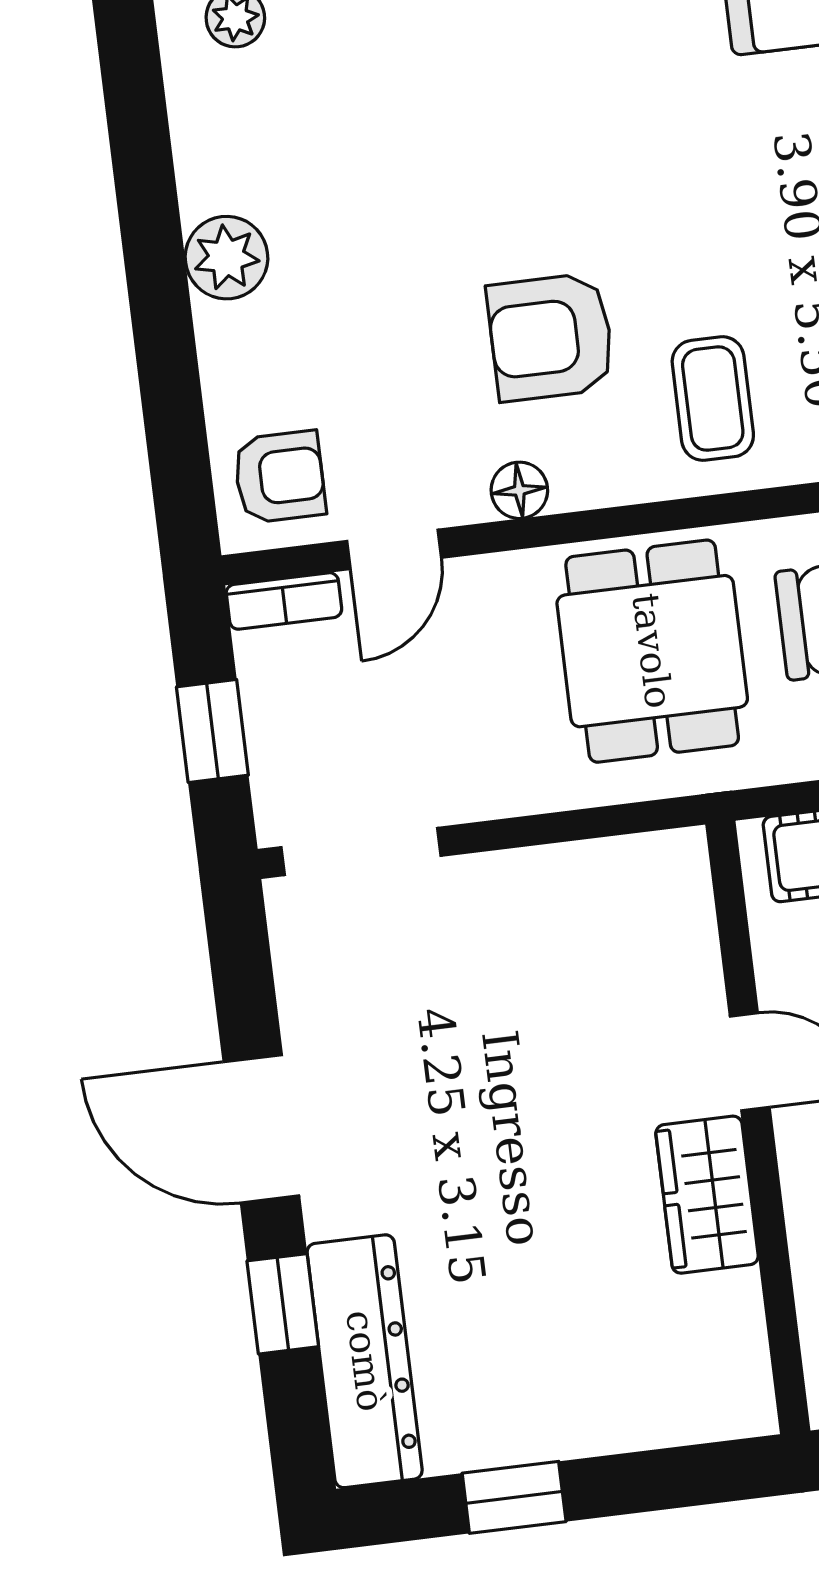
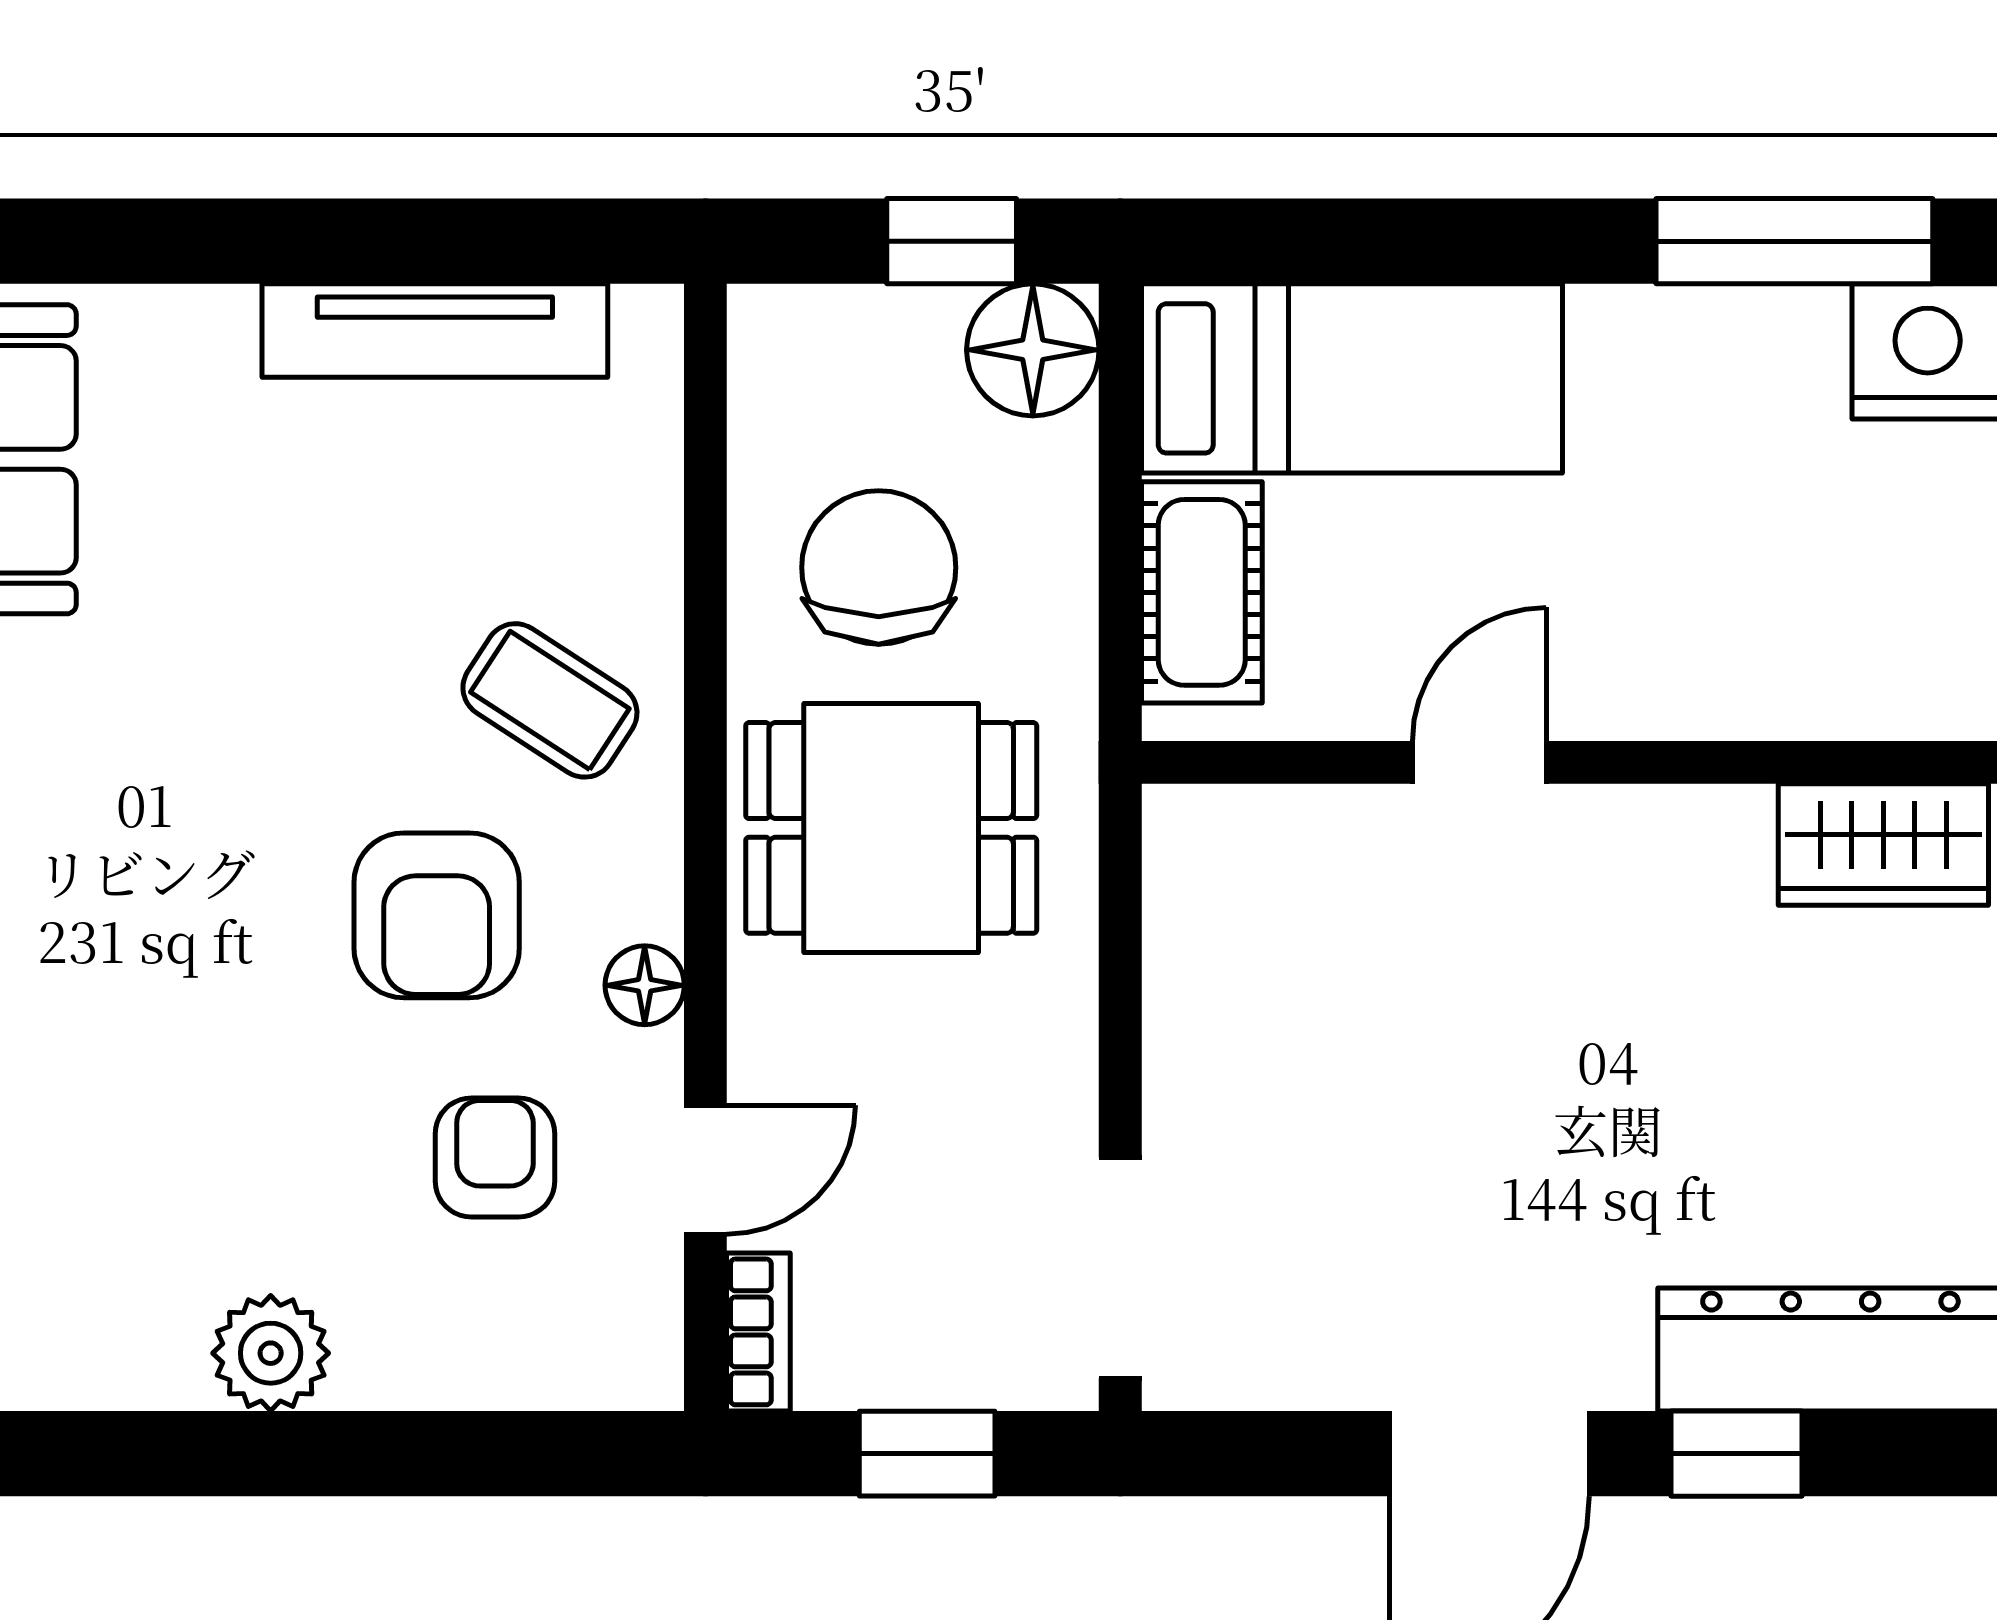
coffee table: (713, 399) -> (550, 700), turned 33
armchair: (280, 477) -> (495, 1157), moved
door: (394, 549) -> (705, 1170), hinge flipped
wardrobe: (707, 1195) -> (1883, 844), moved

